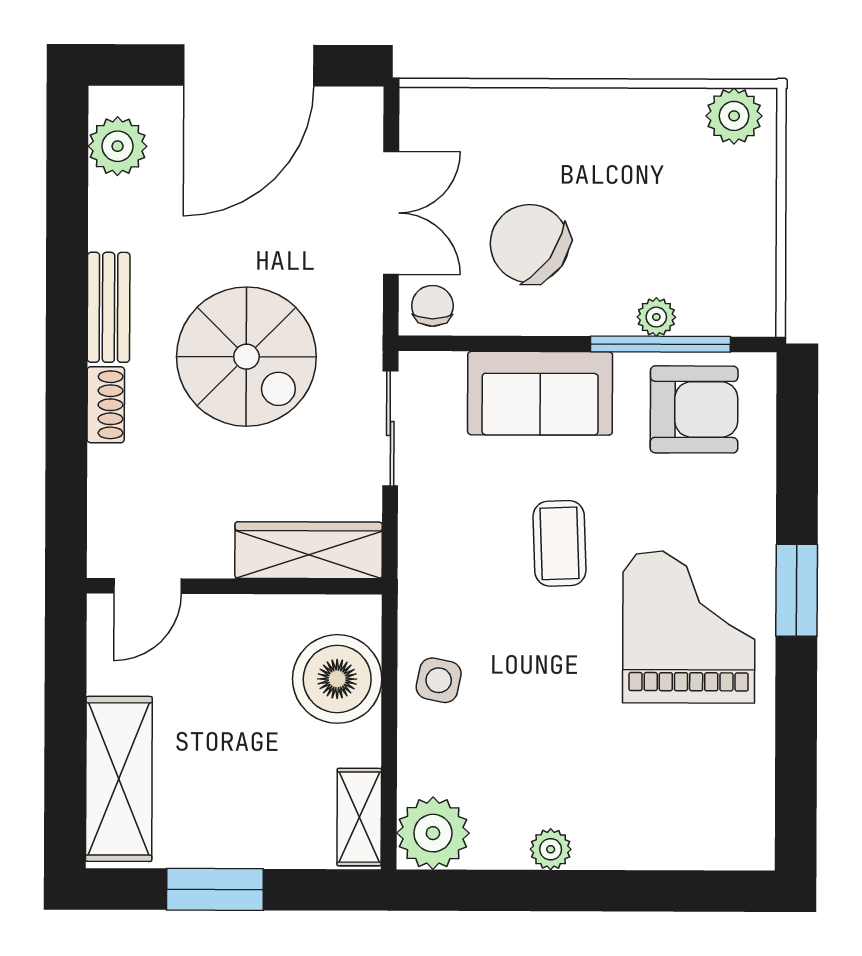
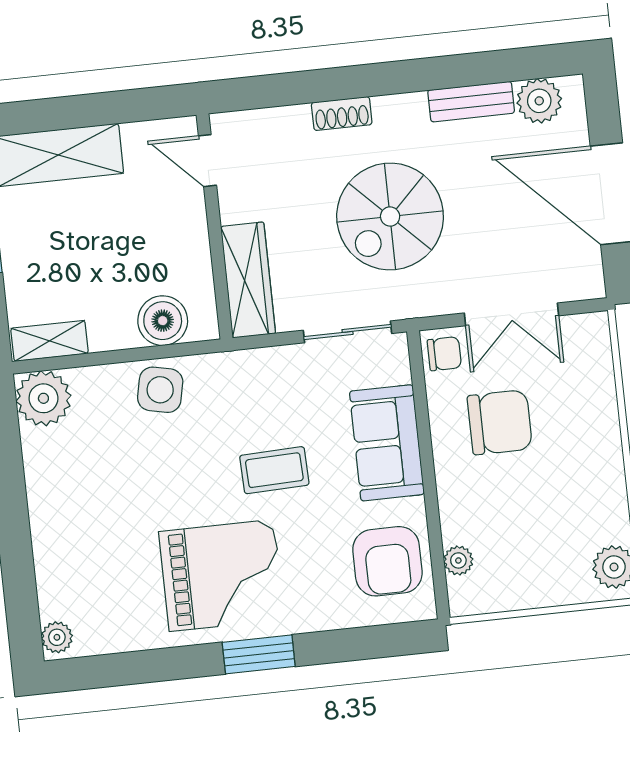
chair: (530, 244) -> (500, 422), turned 55
bench: (109, 307) -> (471, 102), moved
plant: (656, 317) -> (458, 560), moved
window: (660, 344) -> (434, 530), removed
boiler: (337, 679) -> (163, 321), width x0.73, depth x0.73
side table: (439, 680) -> (160, 390), width x1.37, depth x1.37
plant: (551, 849) -> (57, 637), moved

